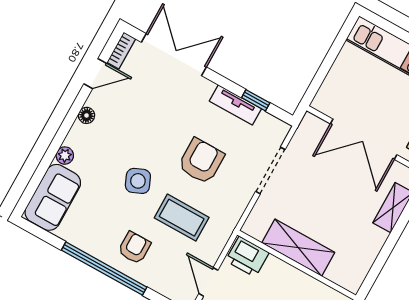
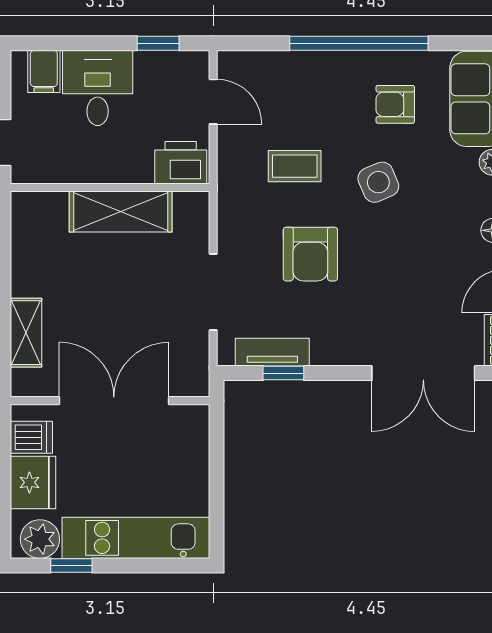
tv unit: (235, 105) -> (272, 352), moved
coffee table: (182, 218) -> (295, 166), width x0.73, depth x0.77
armchair: (134, 248) -> (395, 104), moved, turned 90

